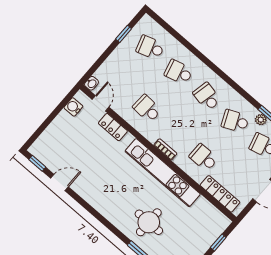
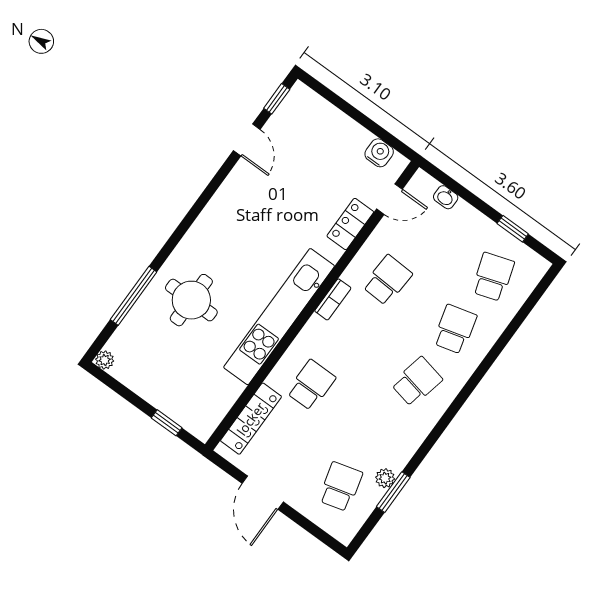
washbasin: (92, 83) -> (446, 197), moved
school desk: (235, 121) -> (379, 434), removed
bookcase: (165, 149) -> (333, 299), moved

